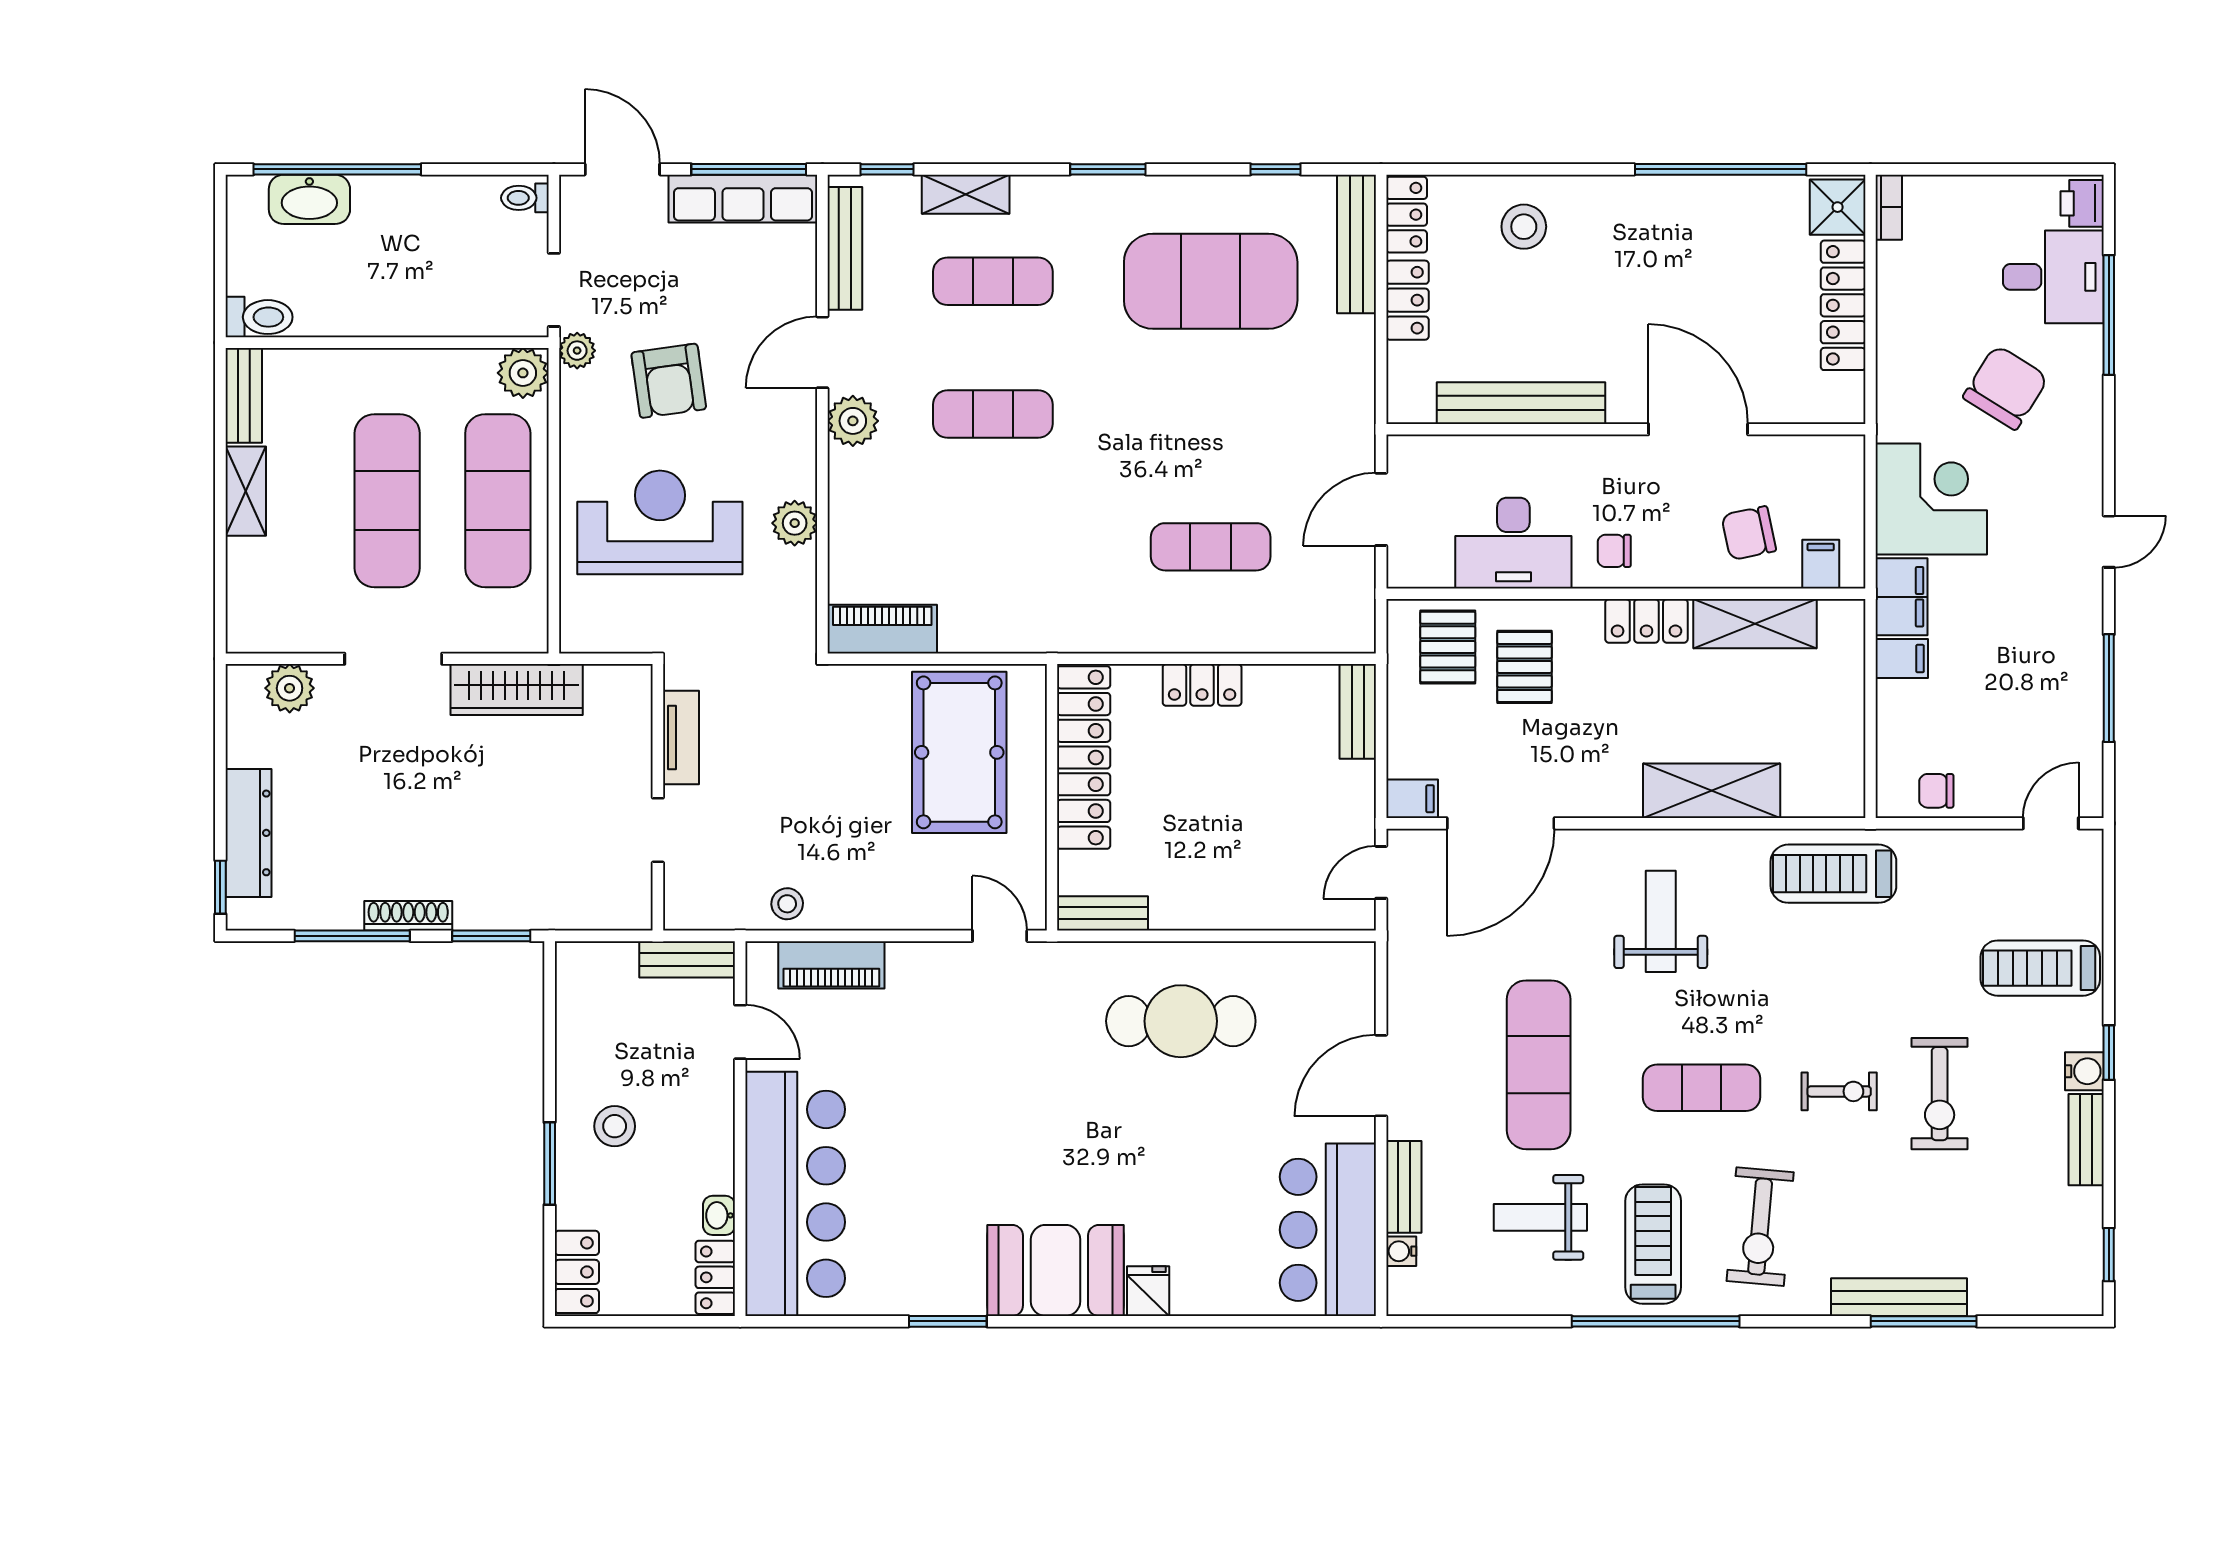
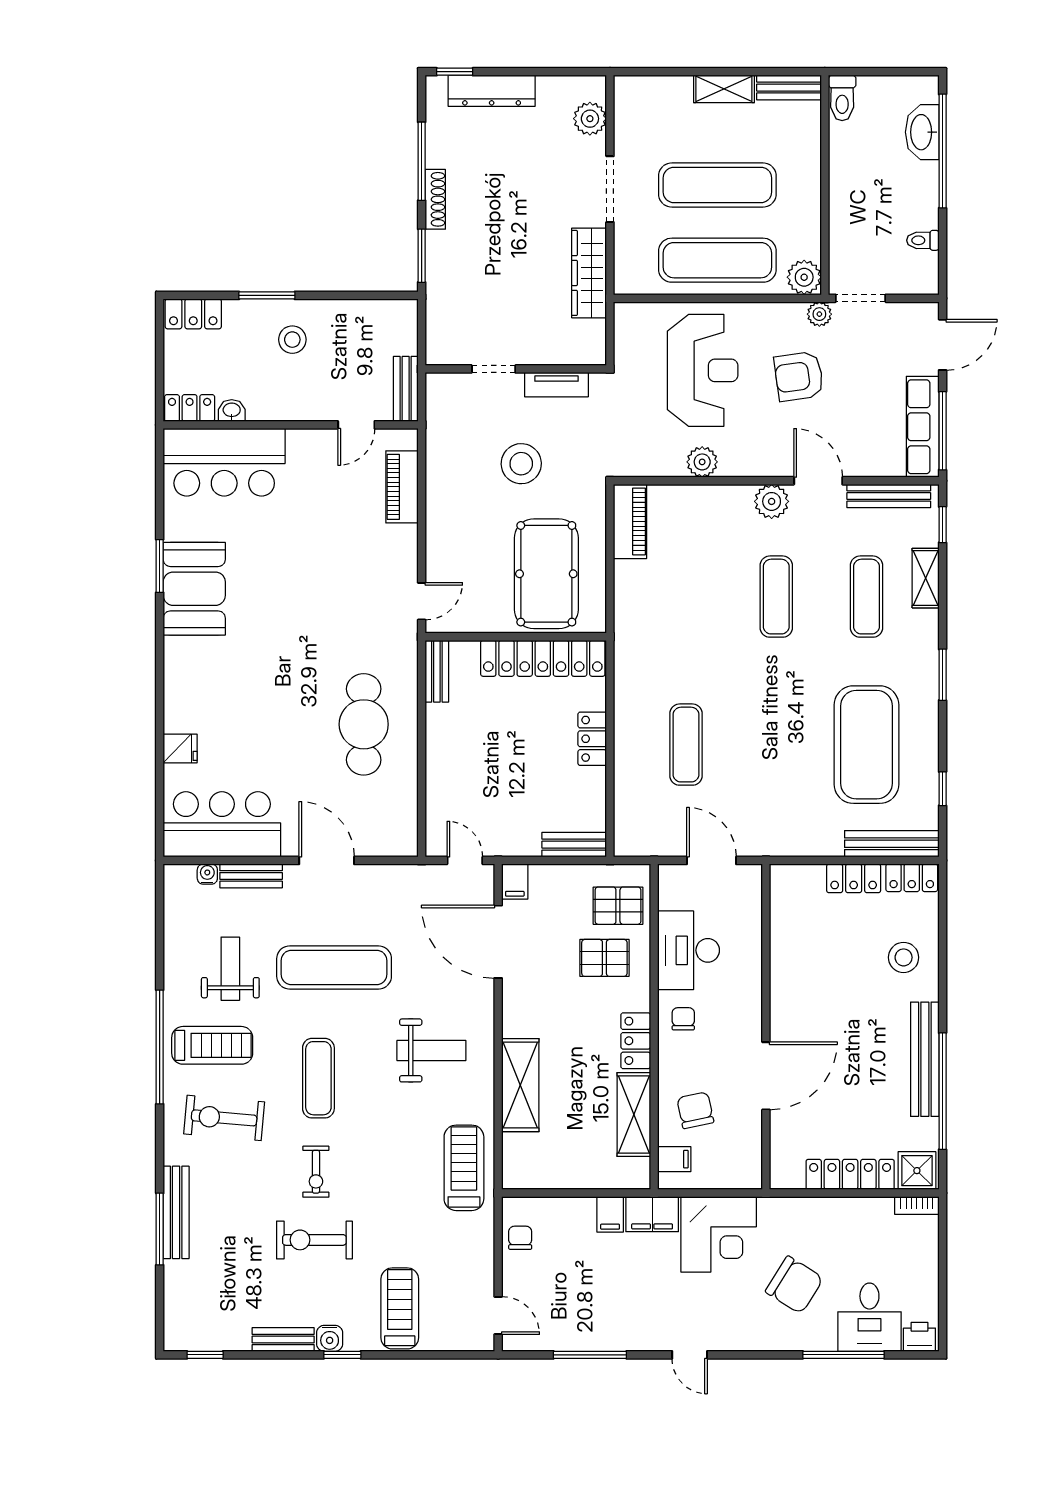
toilet: (525, 198) -> (923, 240), moved, turned -90
bench: (1521, 403) -> (925, 1059), moved
pool table: (959, 752) -> (546, 574), turned 90
stool: (787, 904) -> (521, 464), moved, width x1.89, depth x1.89
bar counter: (795, 1194) -> (224, 462), width x0.73
booth: (1056, 1270) -> (194, 589), moved
fridge: (1148, 1291) -> (180, 749), moved

